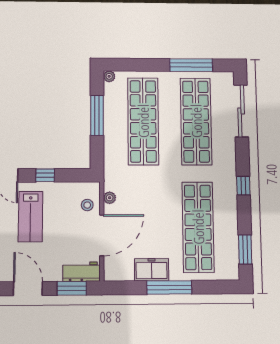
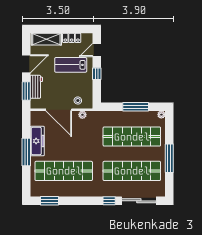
window: (191, 65) -> (169, 158), moved
window: (243, 186) -> (109, 201), moved
freezer: (152, 270) -> (37, 141), width x1.40
workbench: (82, 272) -> (36, 87), moved

